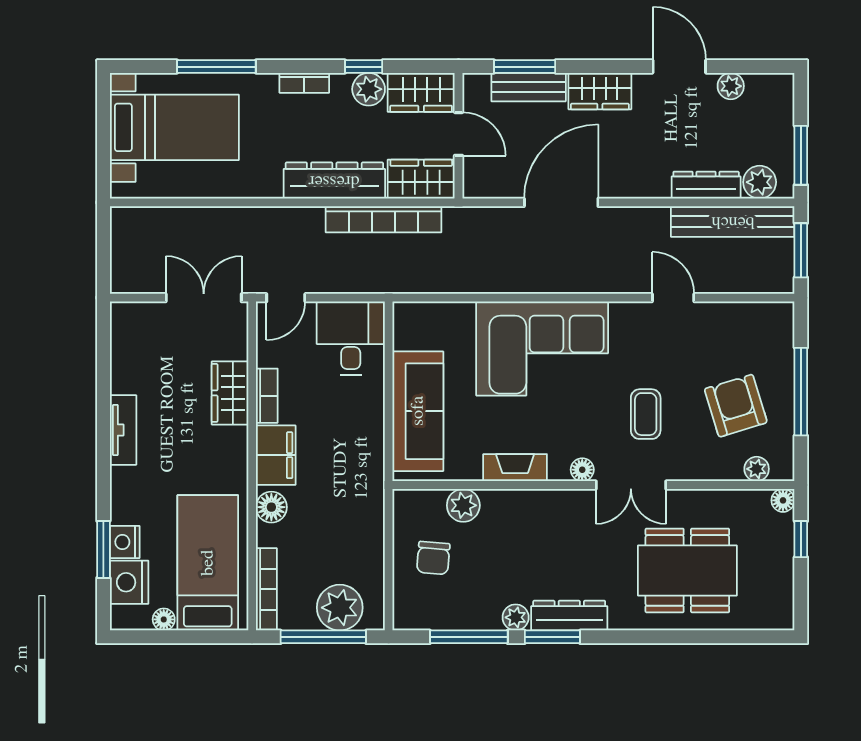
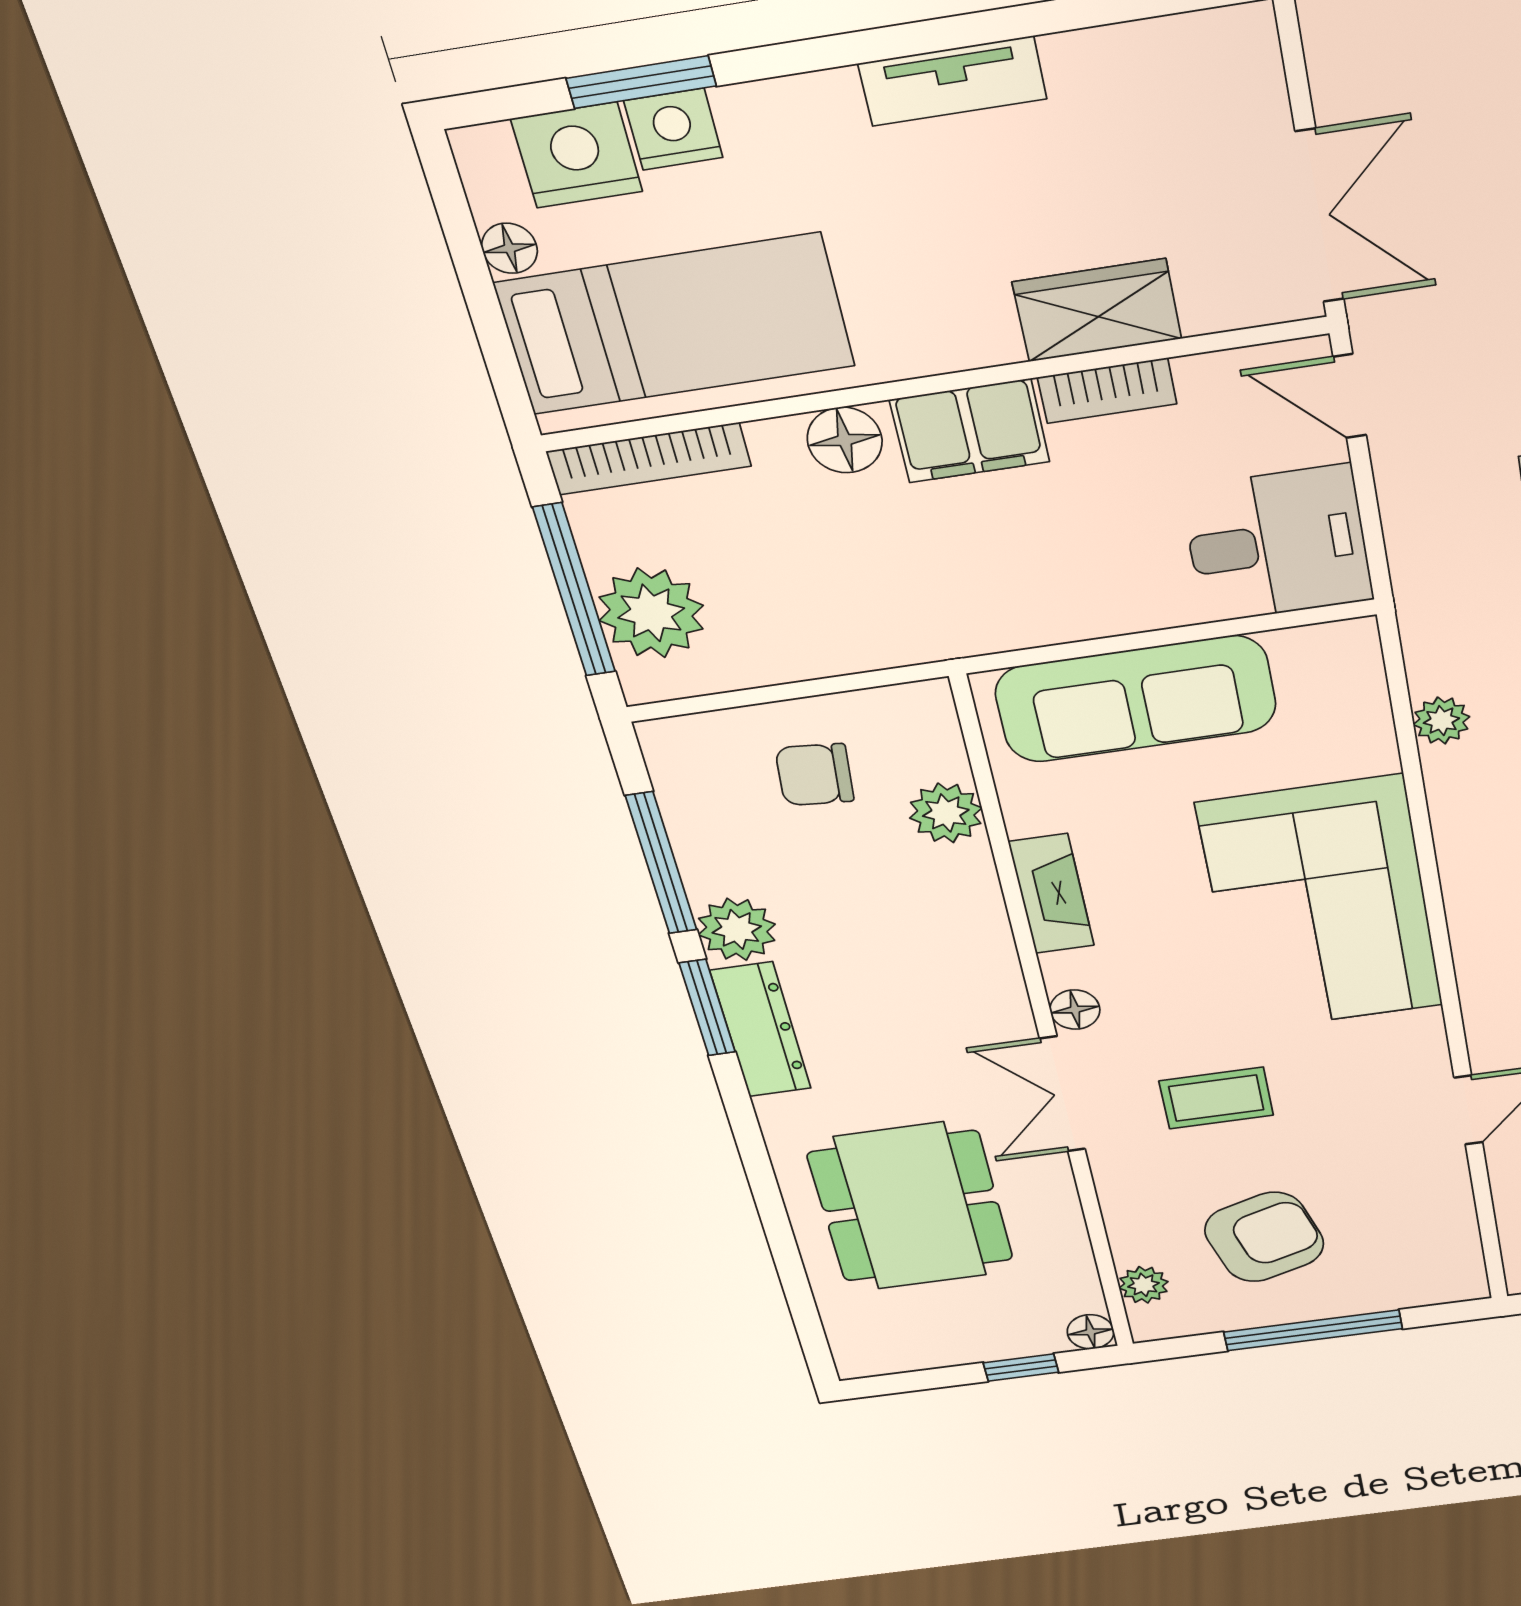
plant: (451, 281) -> (1441, 721), added
plant: (516, 617) -> (737, 929), width x1.38, depth x1.38

